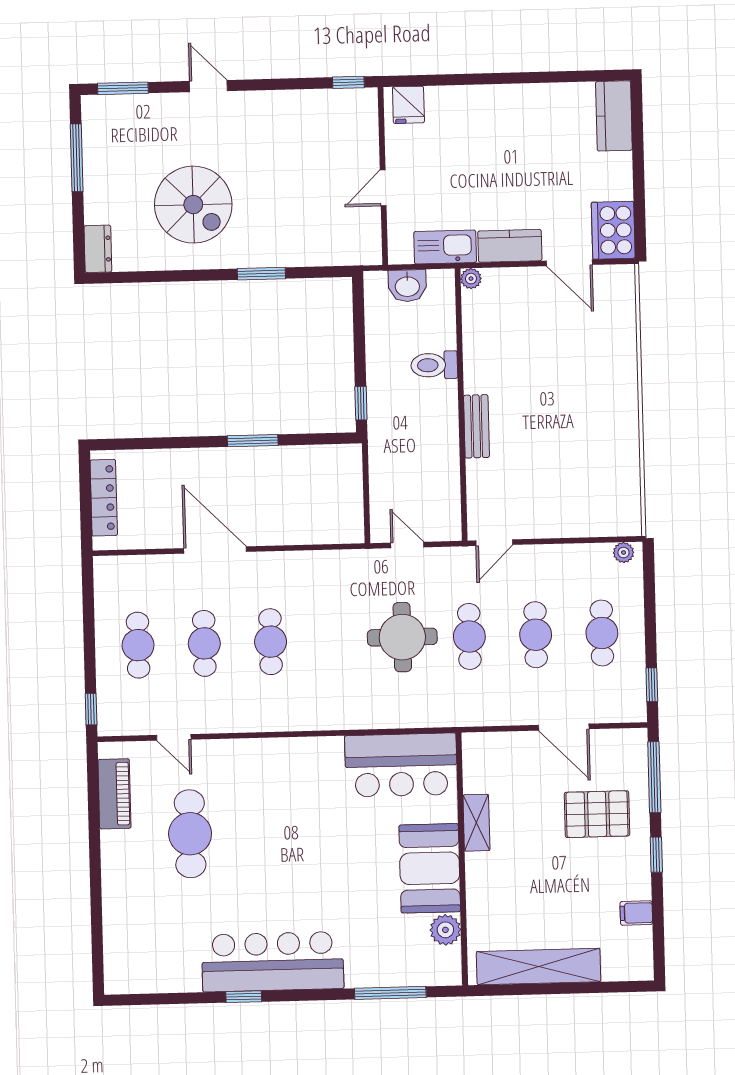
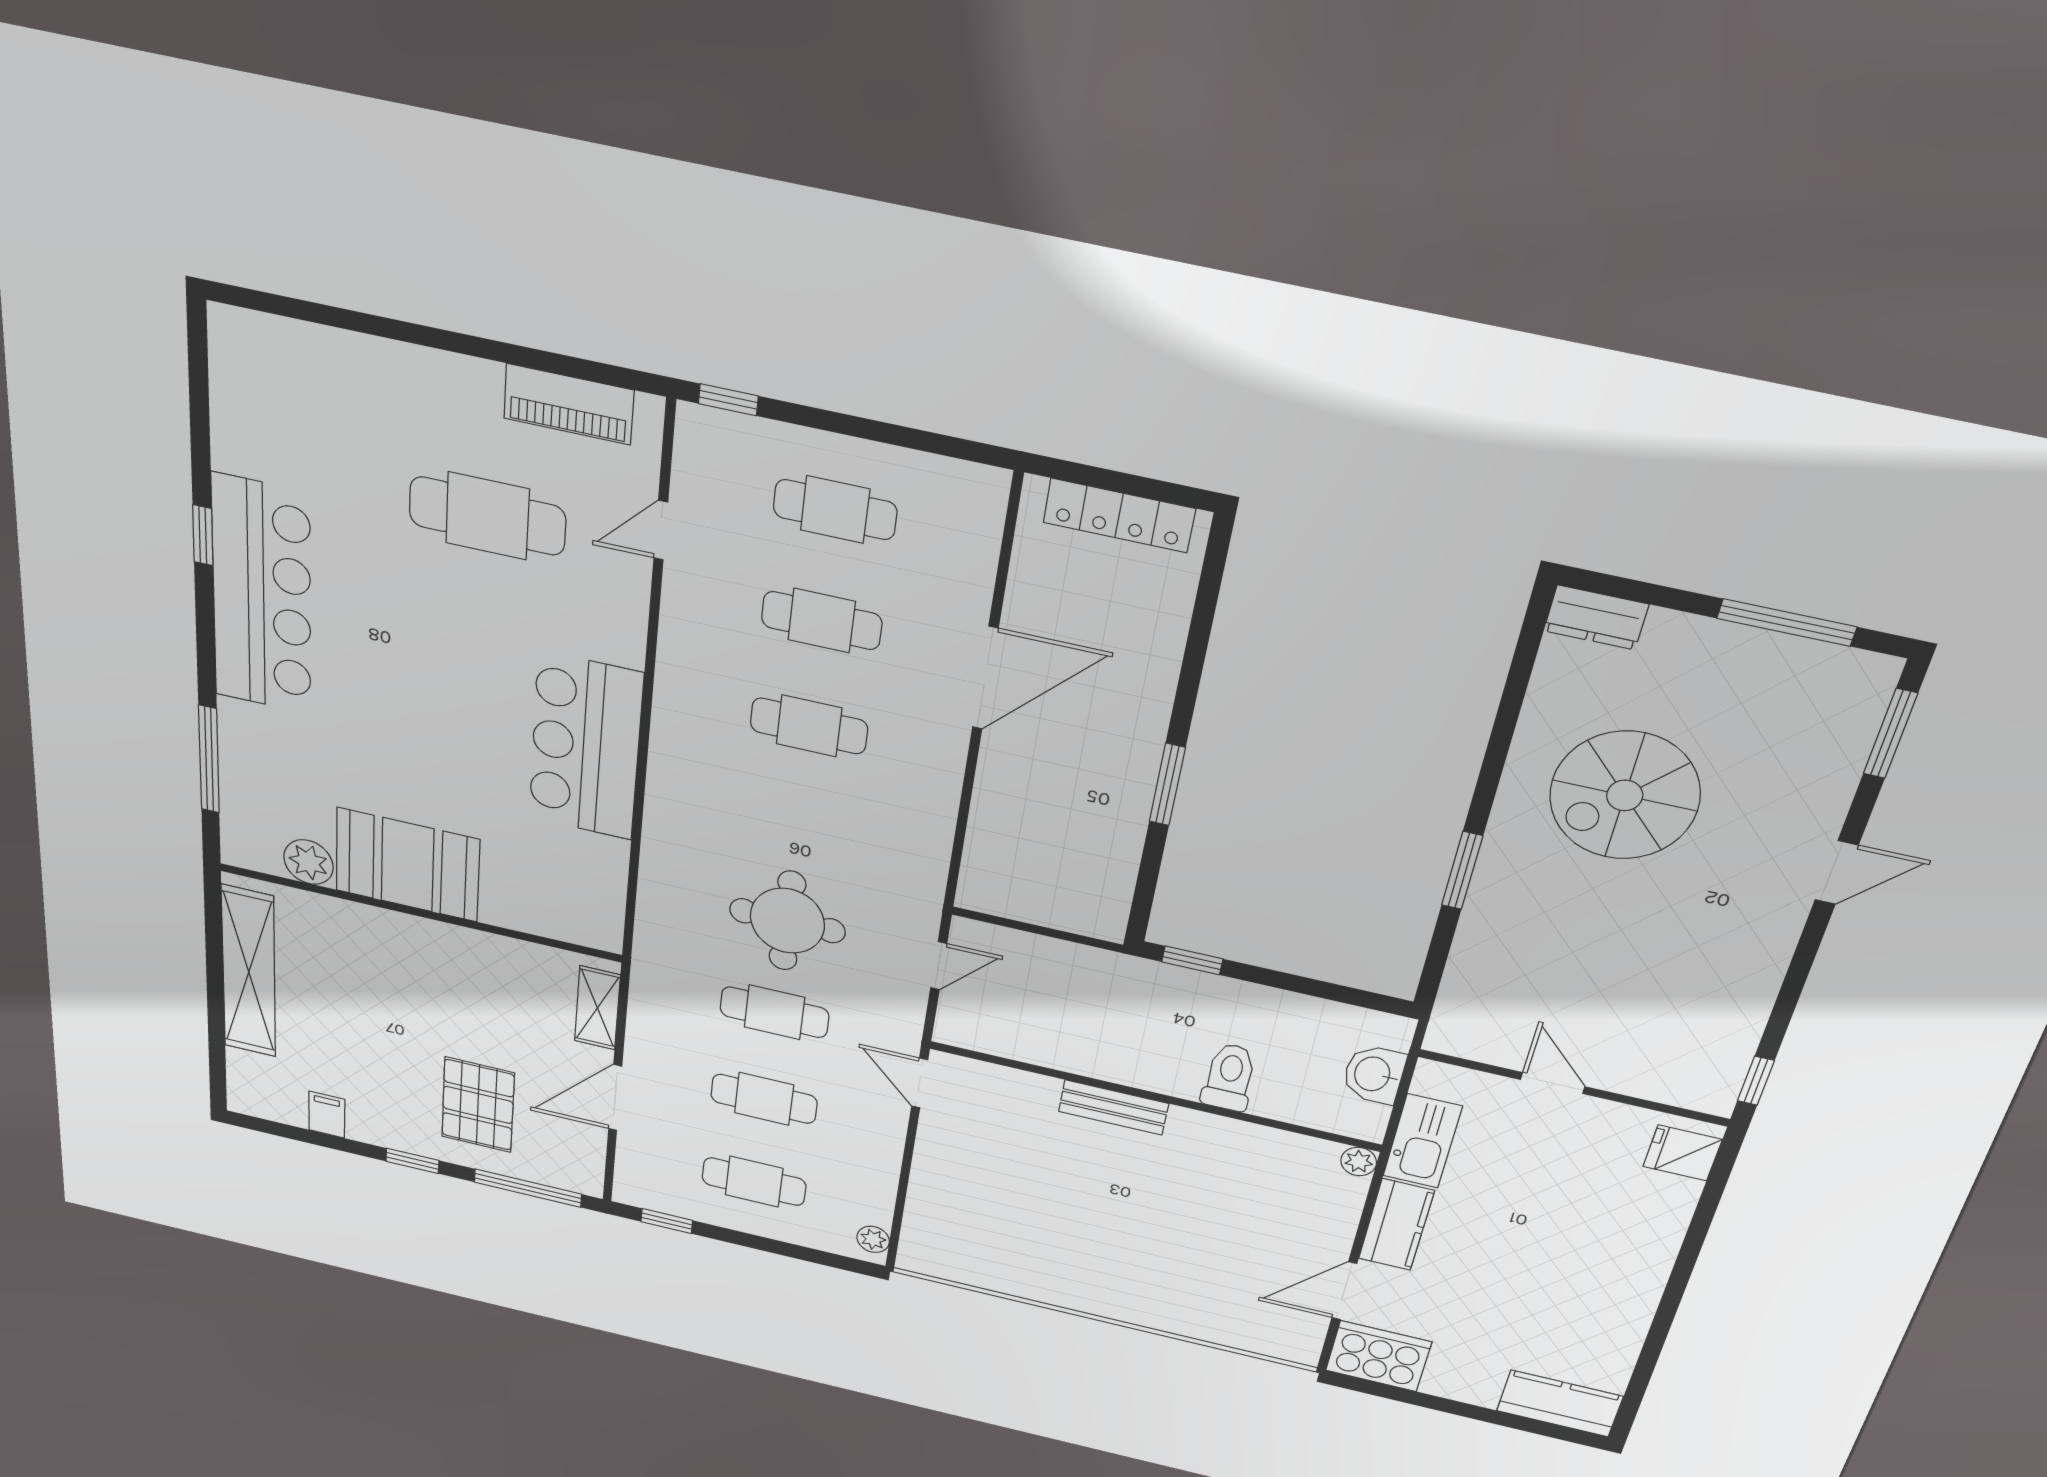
bar counter: (401, 765) -> (585, 746), moved
shelving: (476, 823) -> (597, 1008), moved, turned 90

